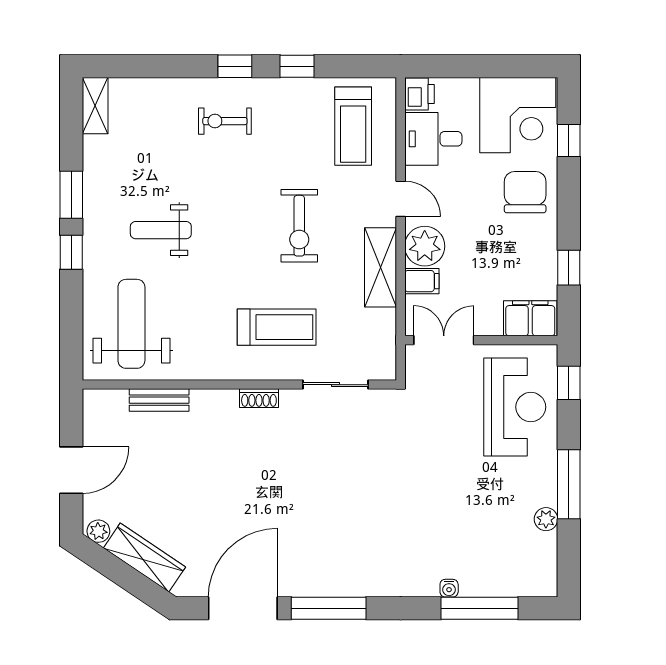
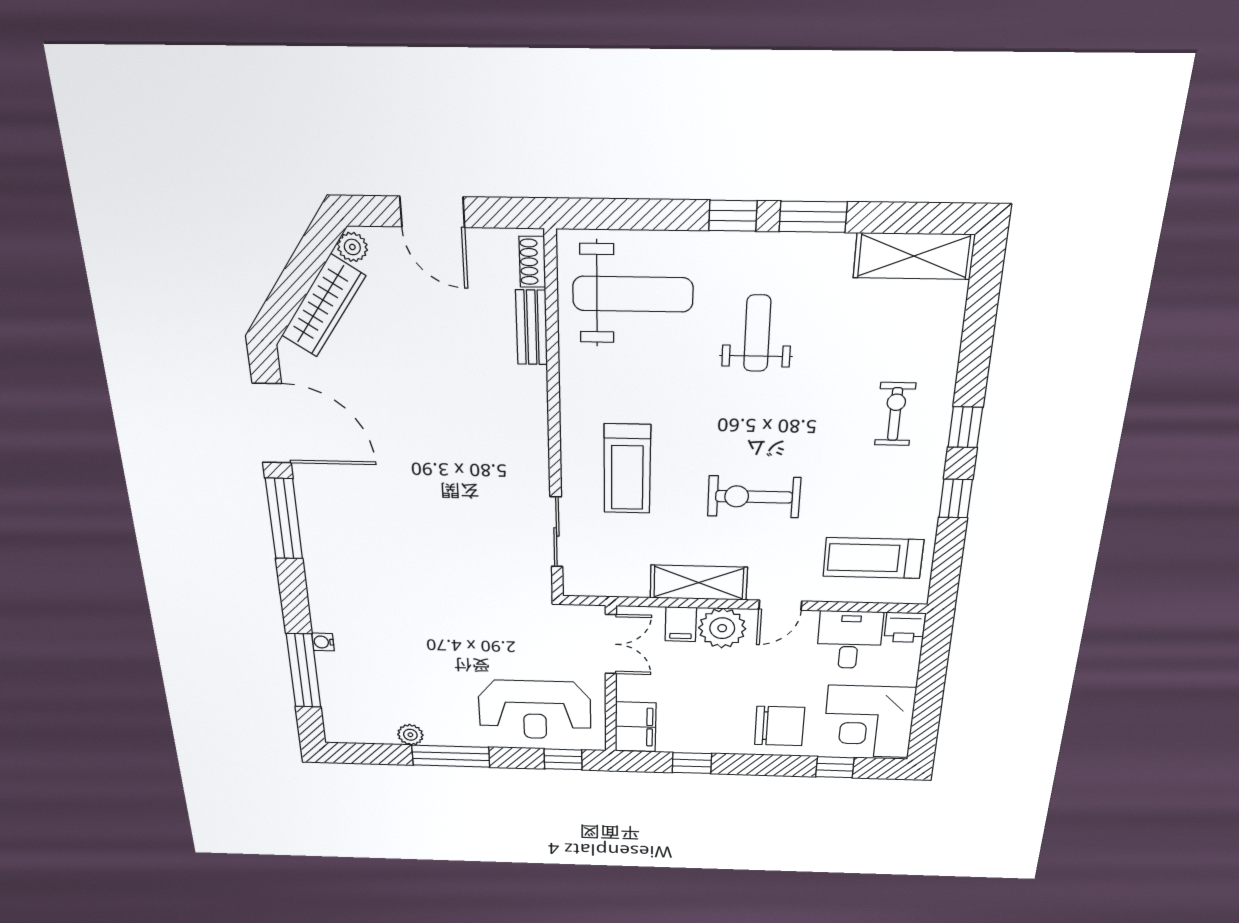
shelving: (95, 106) -> (914, 256), width x1.50, depth x1.33
shoe rack: (259, 398) -> (532, 262), moved

